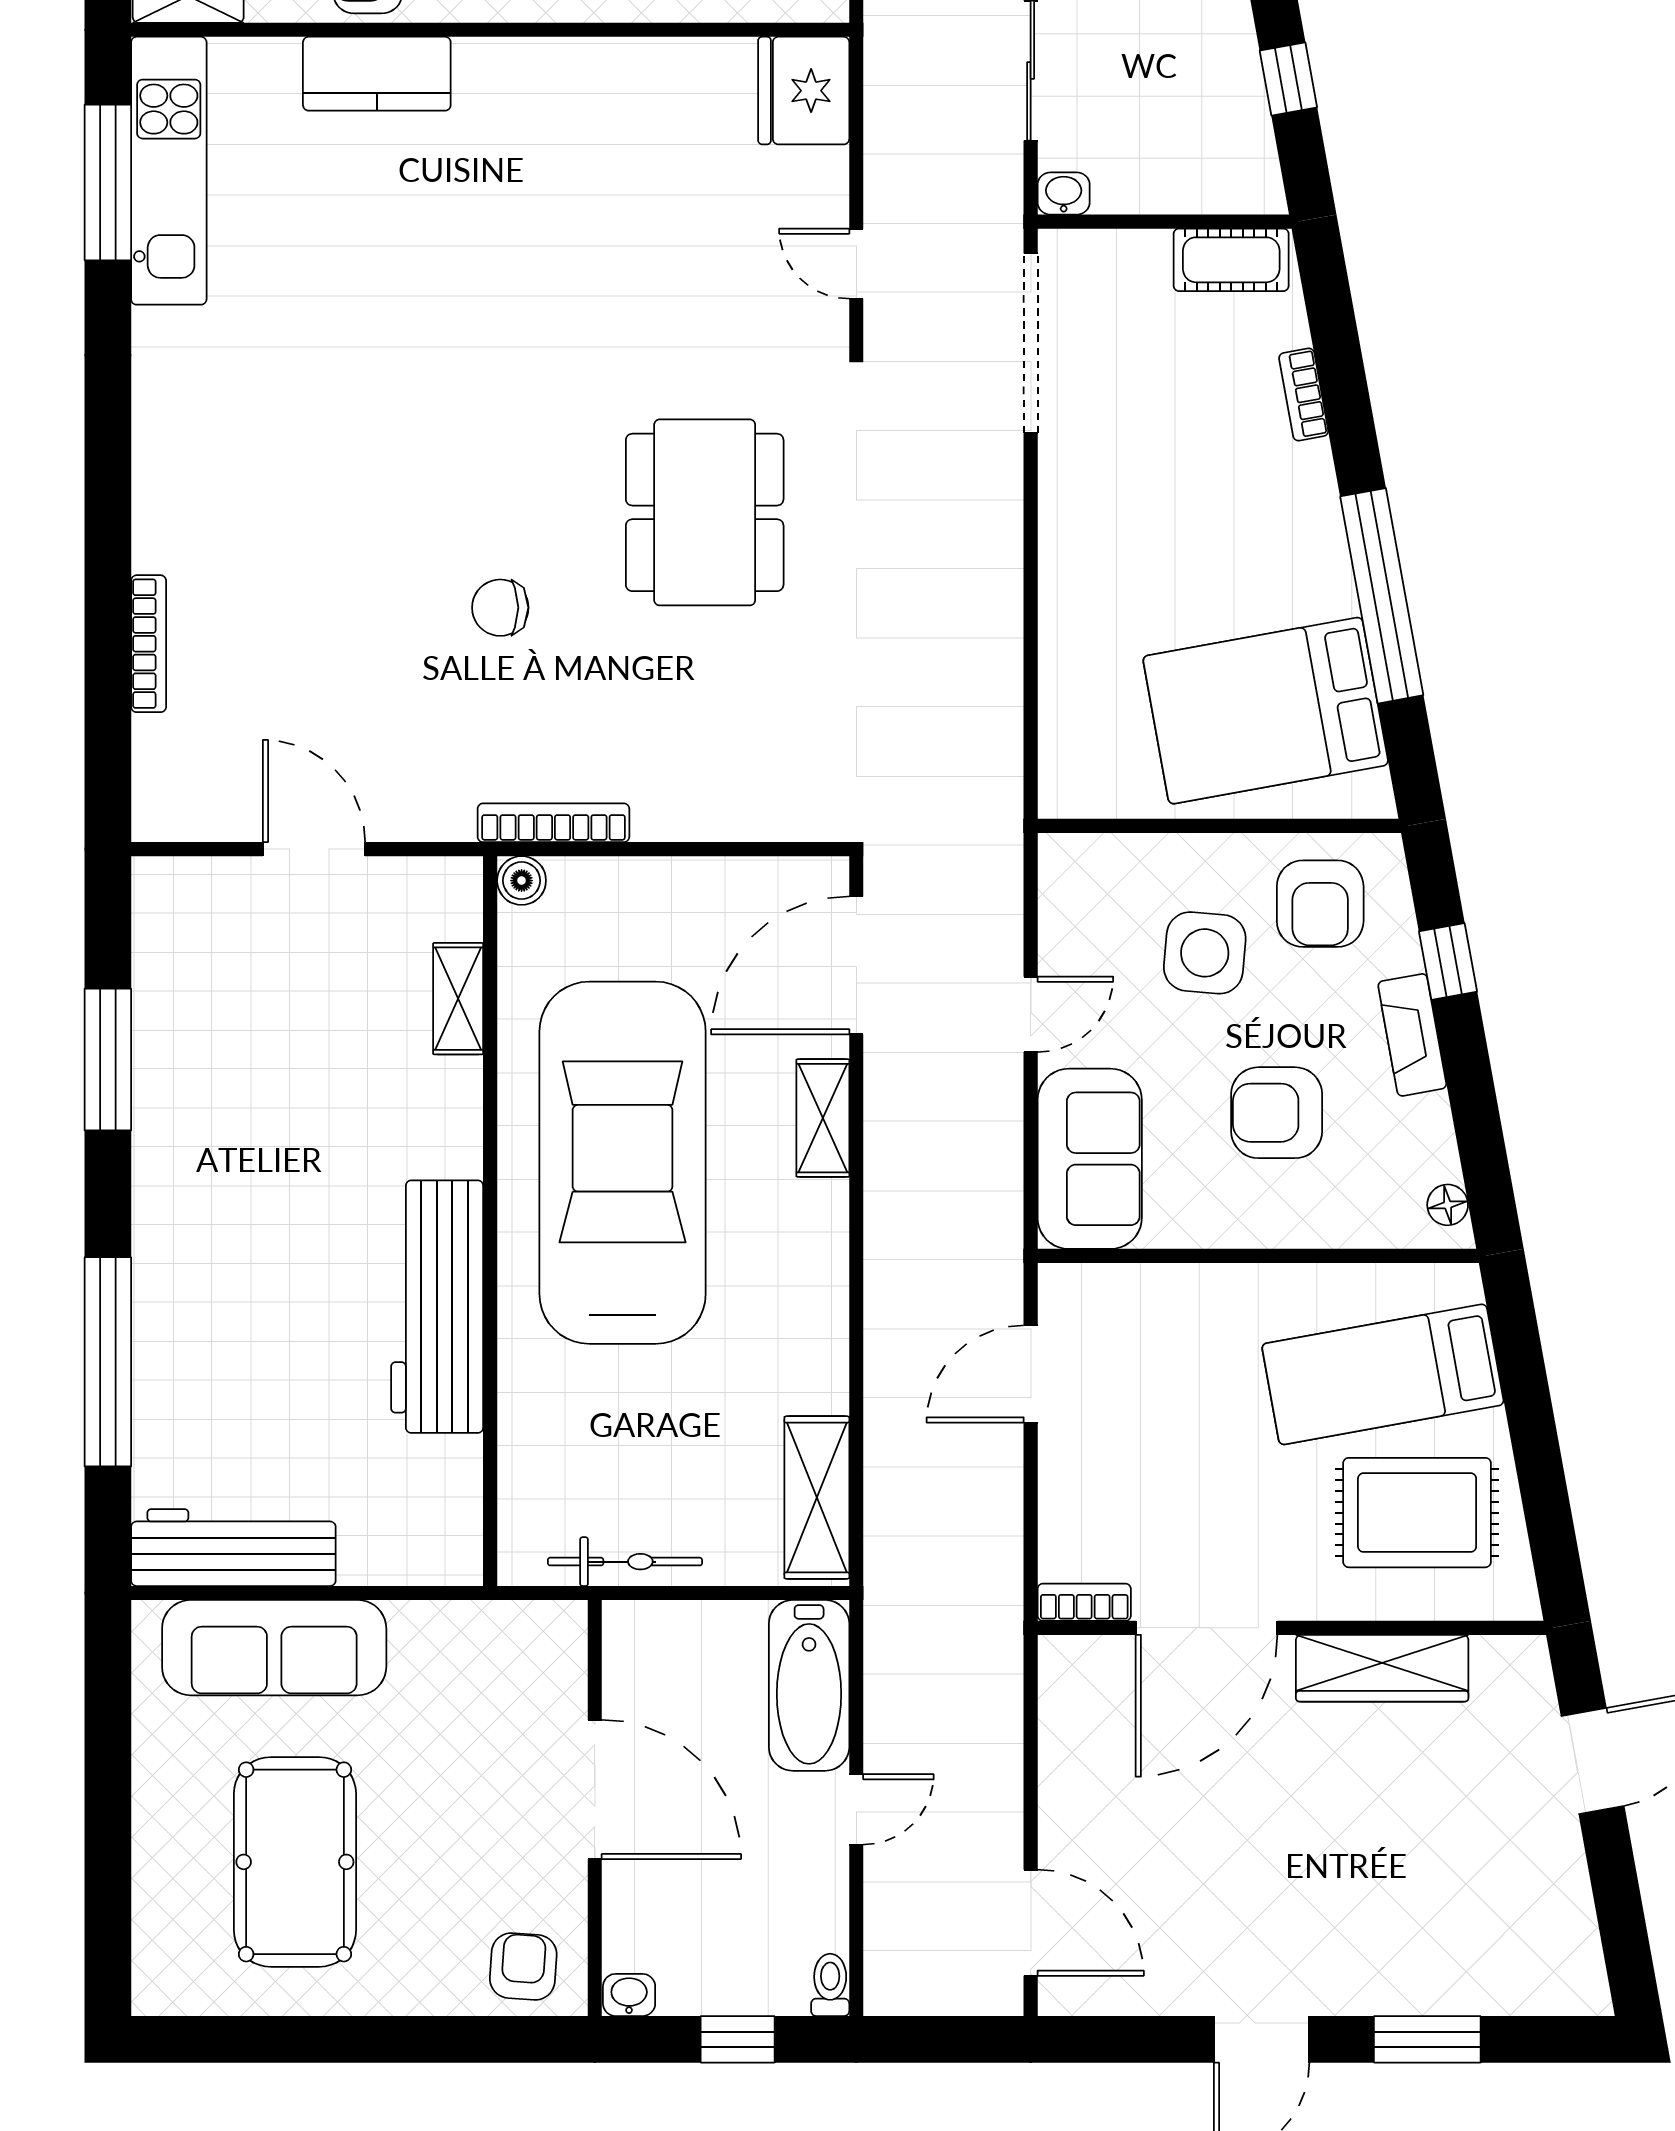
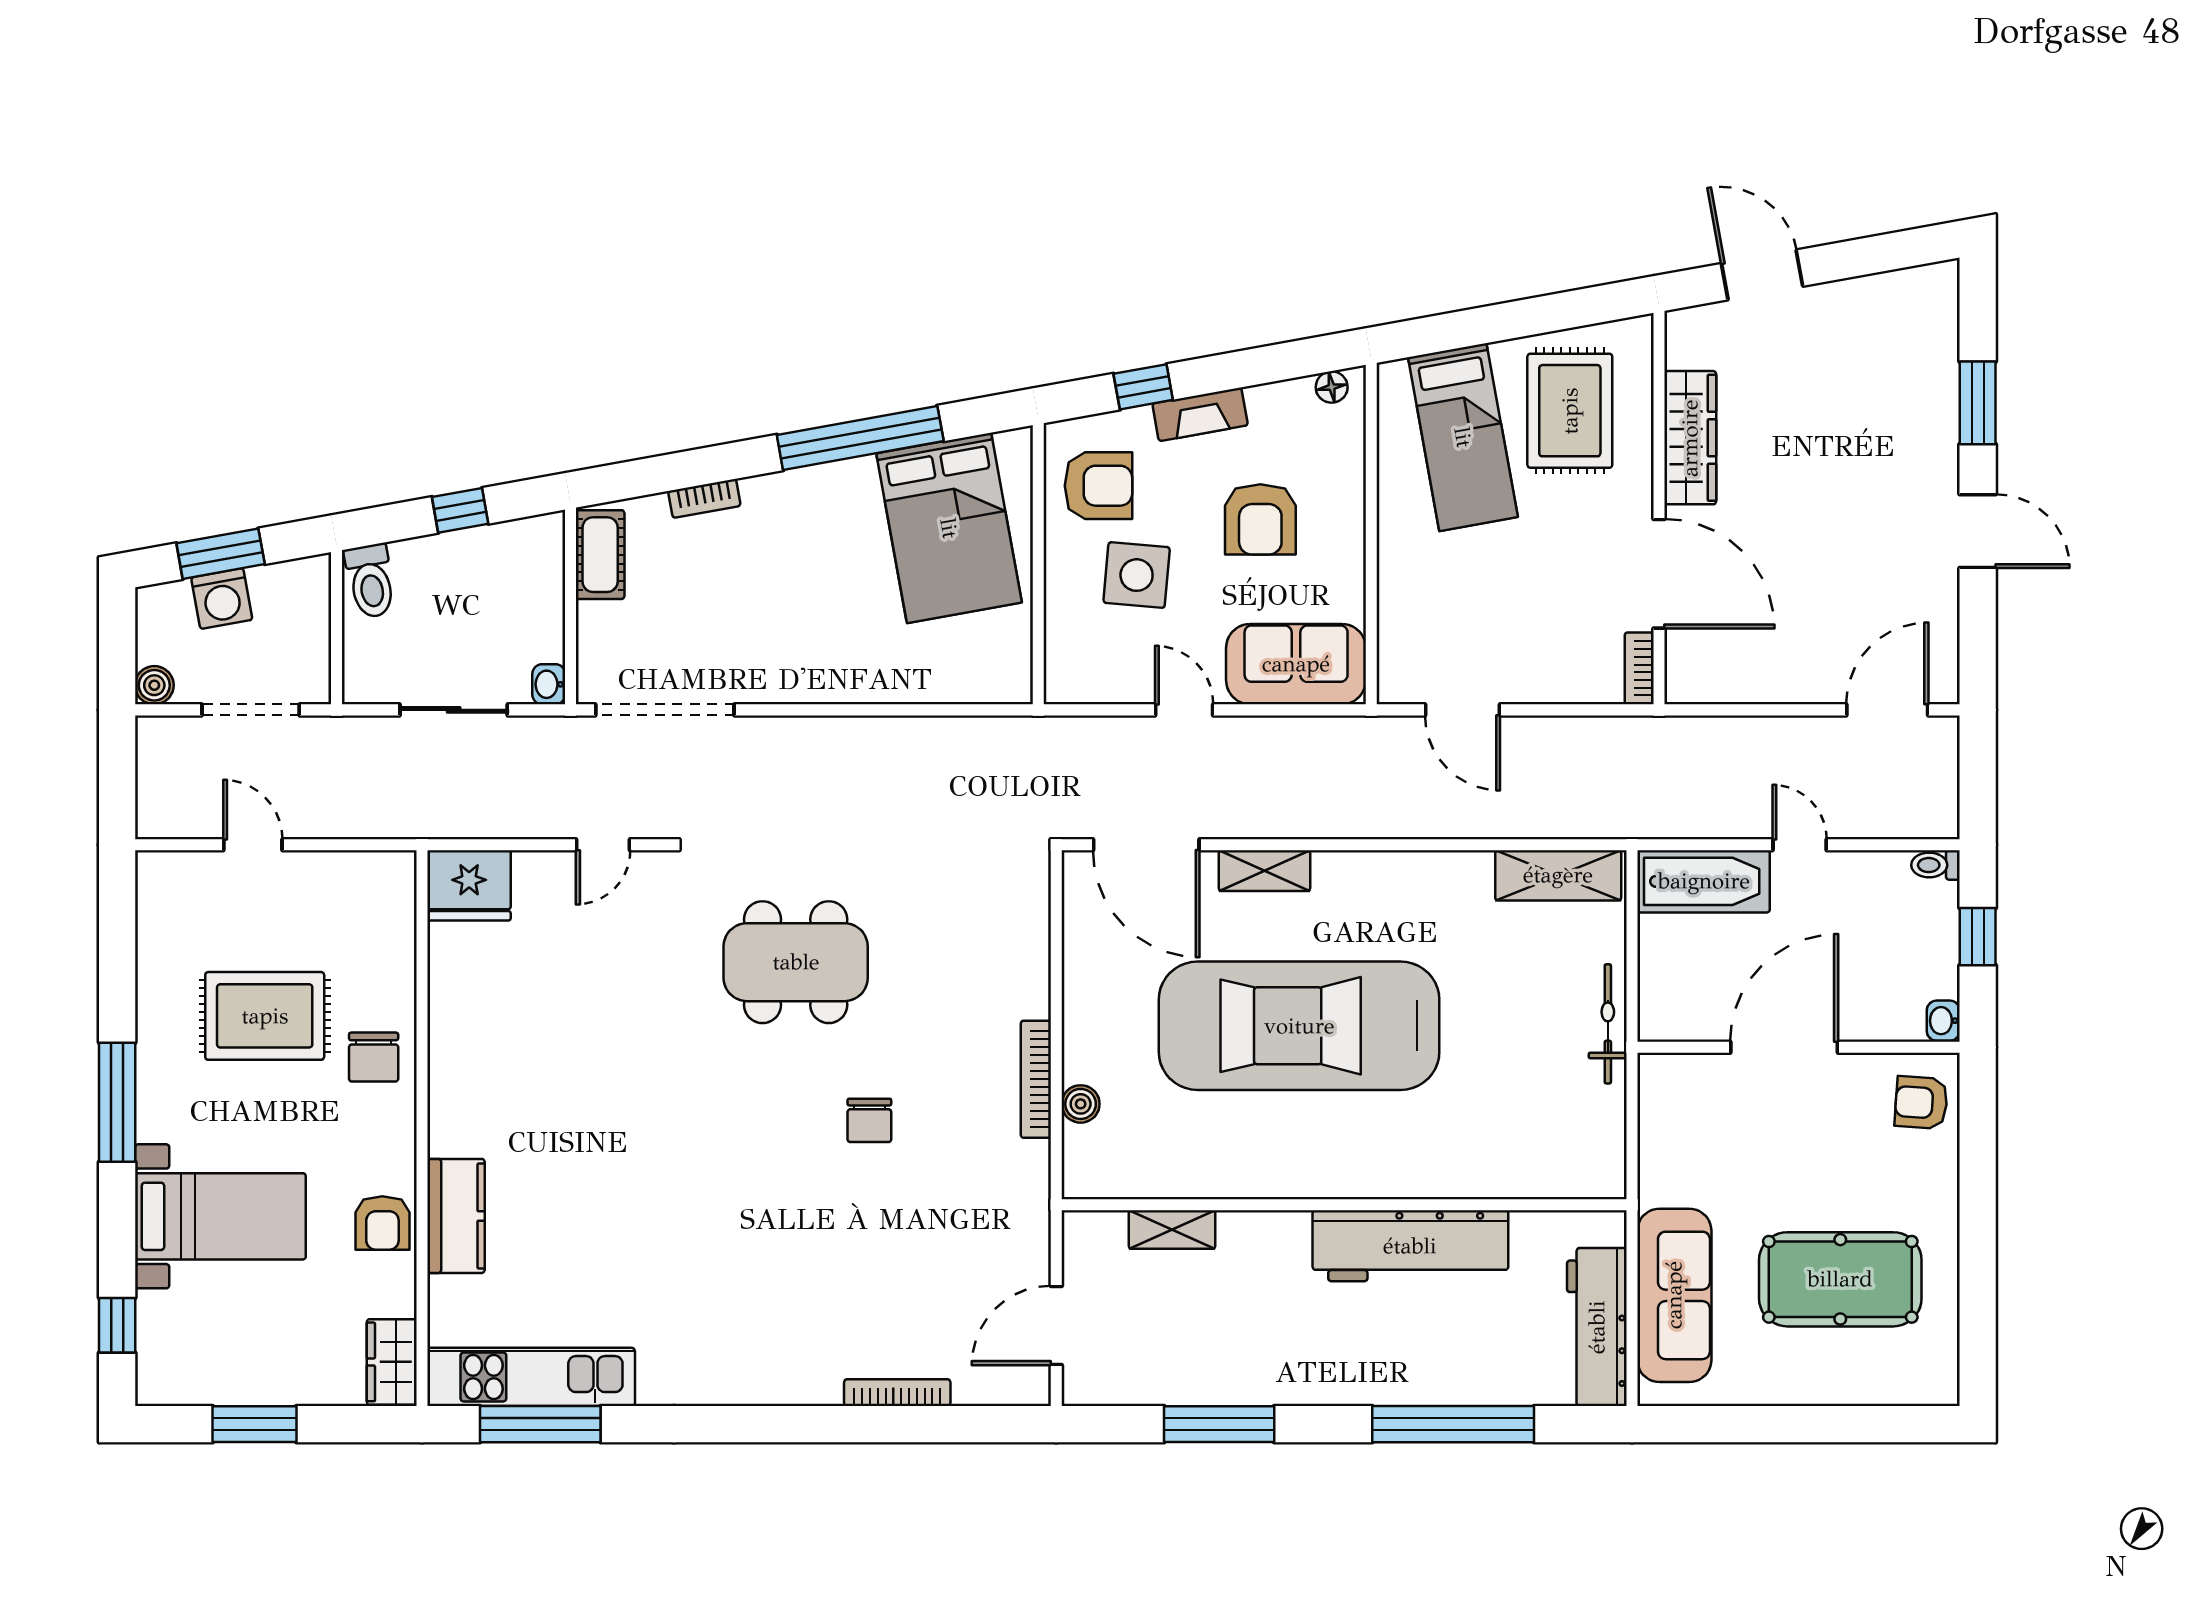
door: (314, 849) -> (1056, 1325), moved
shelving: (458, 999) -> (1172, 1229), moved
wall: (490, 1221) -> (1344, 1205), moved
workbench: (437, 1307) -> (1410, 1246), moved

